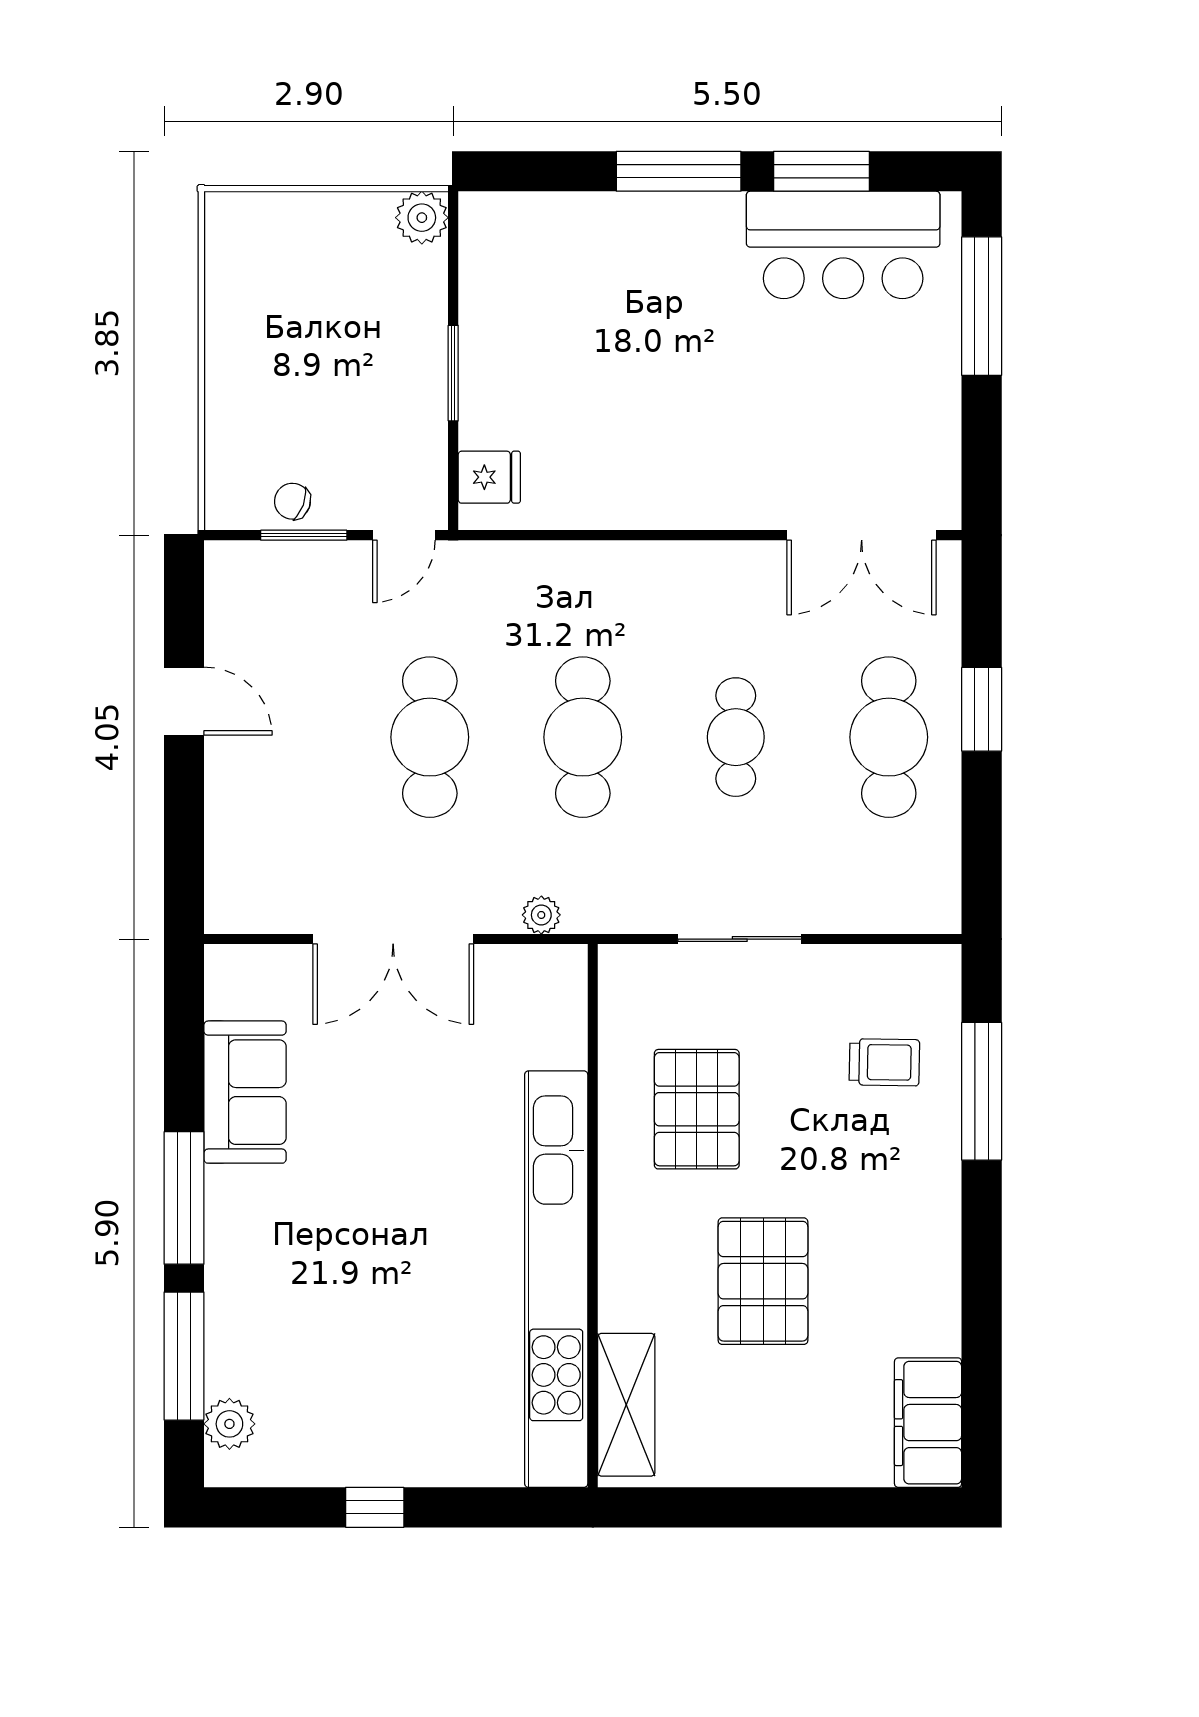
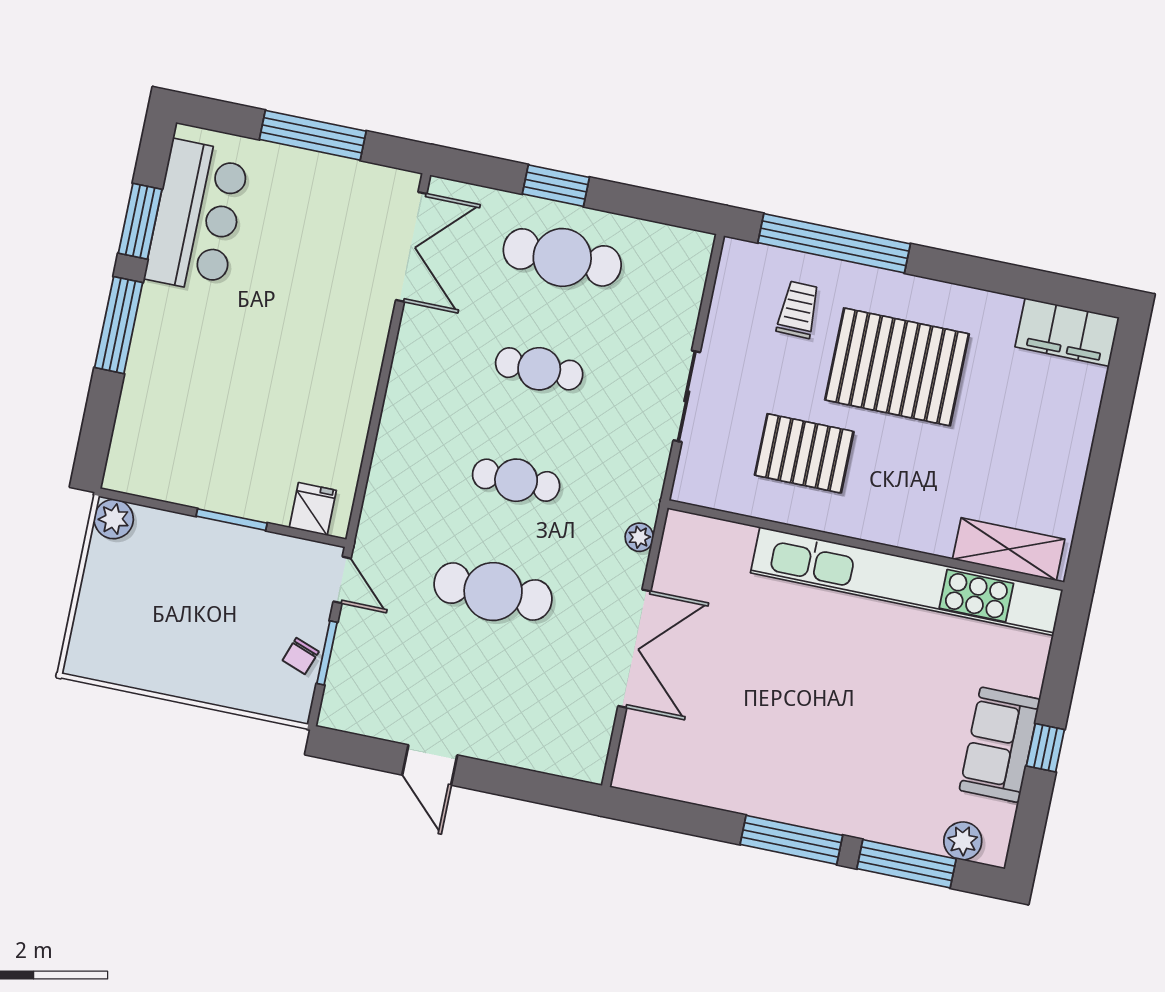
window: (982, 306) -> (313, 135), moved
door: (184, 701) -> (430, 765), swing flipped
cafe table: (583, 737) -> (516, 480), width x0.73, depth x0.74
window: (982, 1091) -> (834, 243), width x1.46
sofa: (245, 1092) -> (1000, 745), moved, turned -90
pallet: (763, 1281) -> (897, 367), moved, width x1.37, depth x1.41

